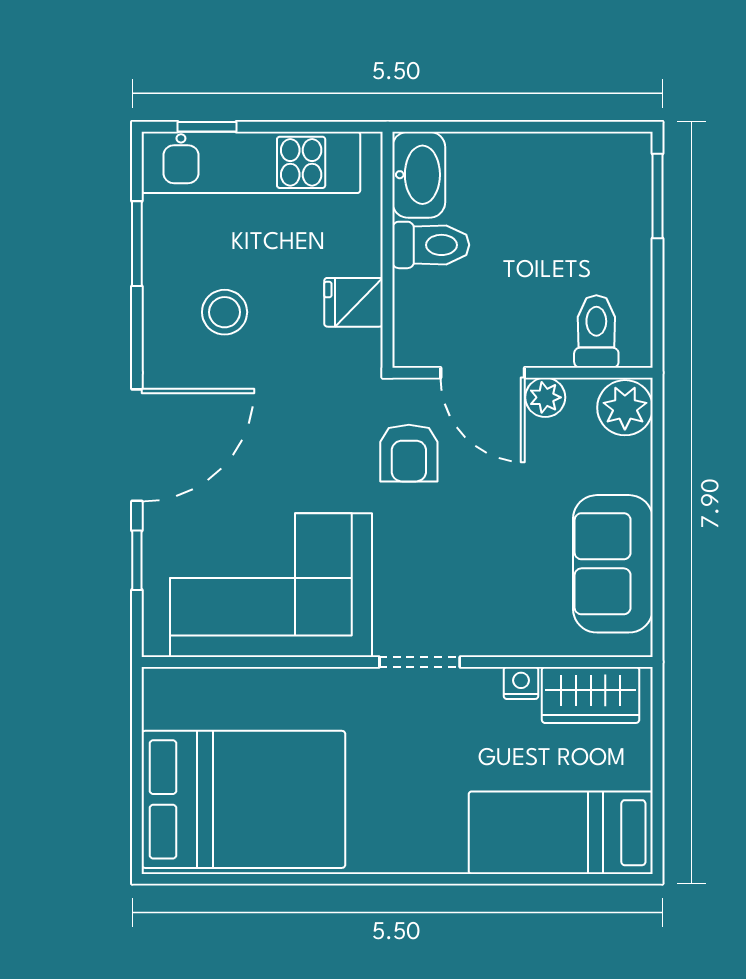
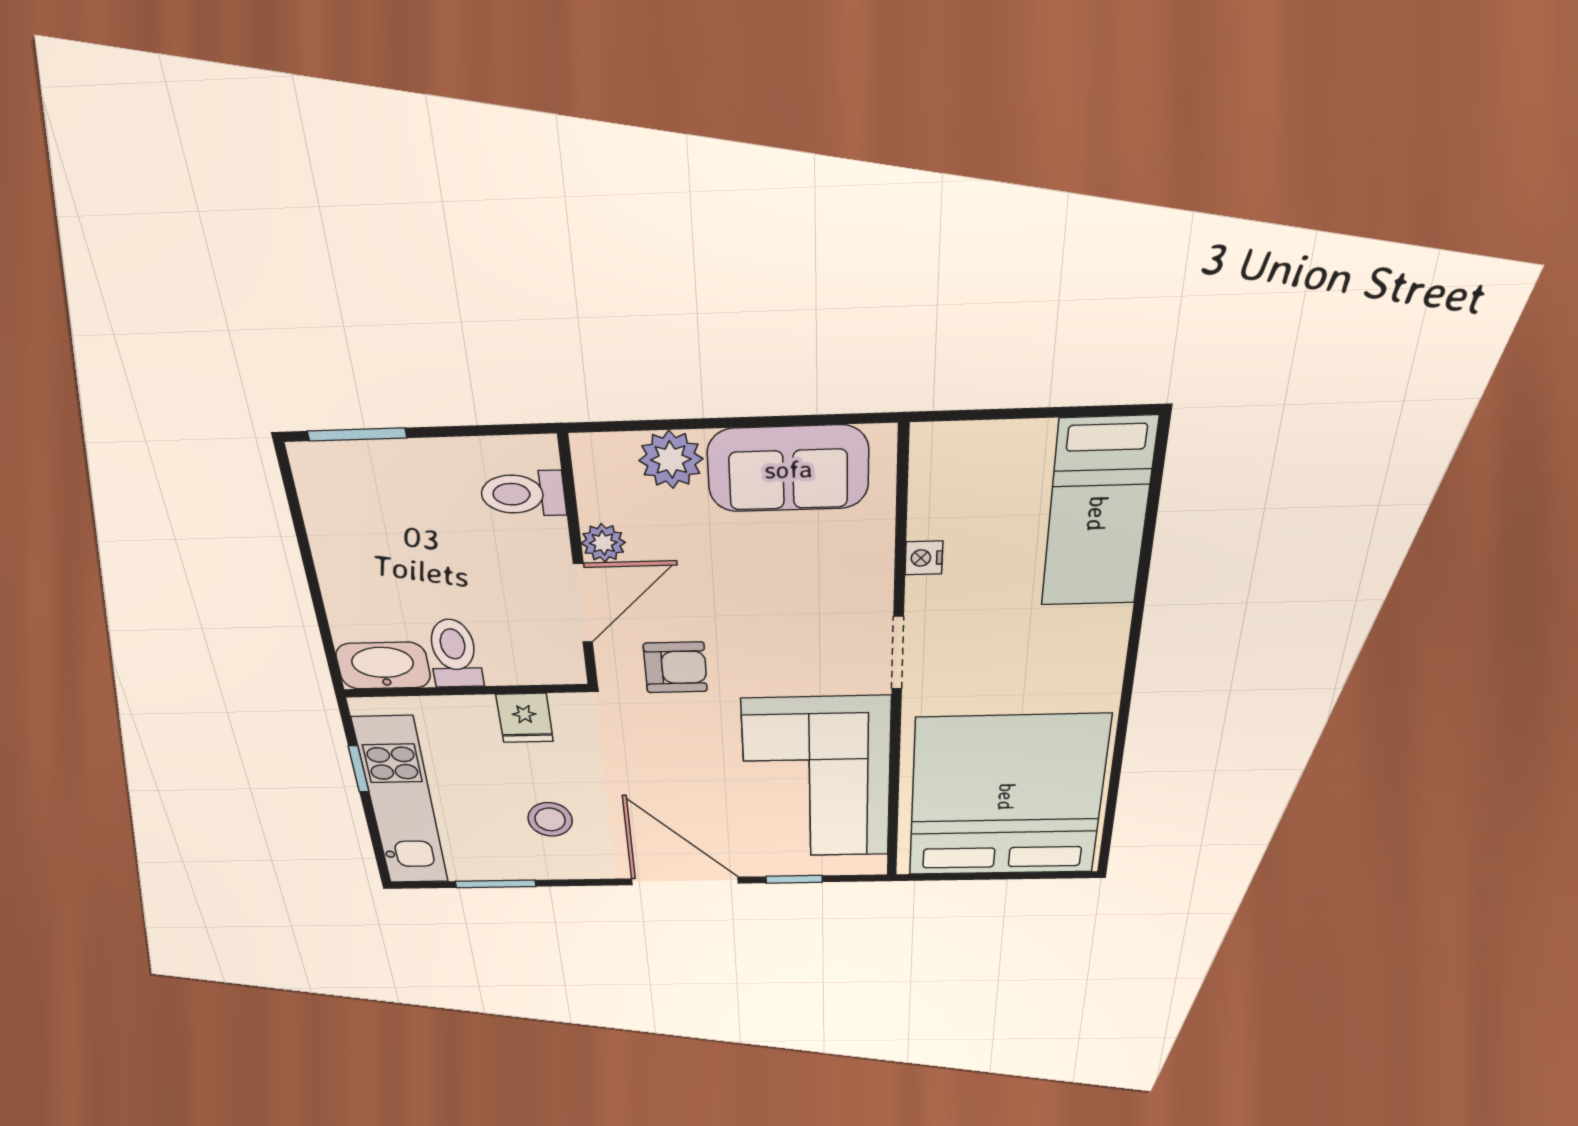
window: (207, 127) -> (359, 769), moved
plant: (625, 408) -> (671, 460), moved
wardrobe: (591, 695) -> (940, 488), removed
bed: (243, 799) -> (1007, 797), width x1.36

